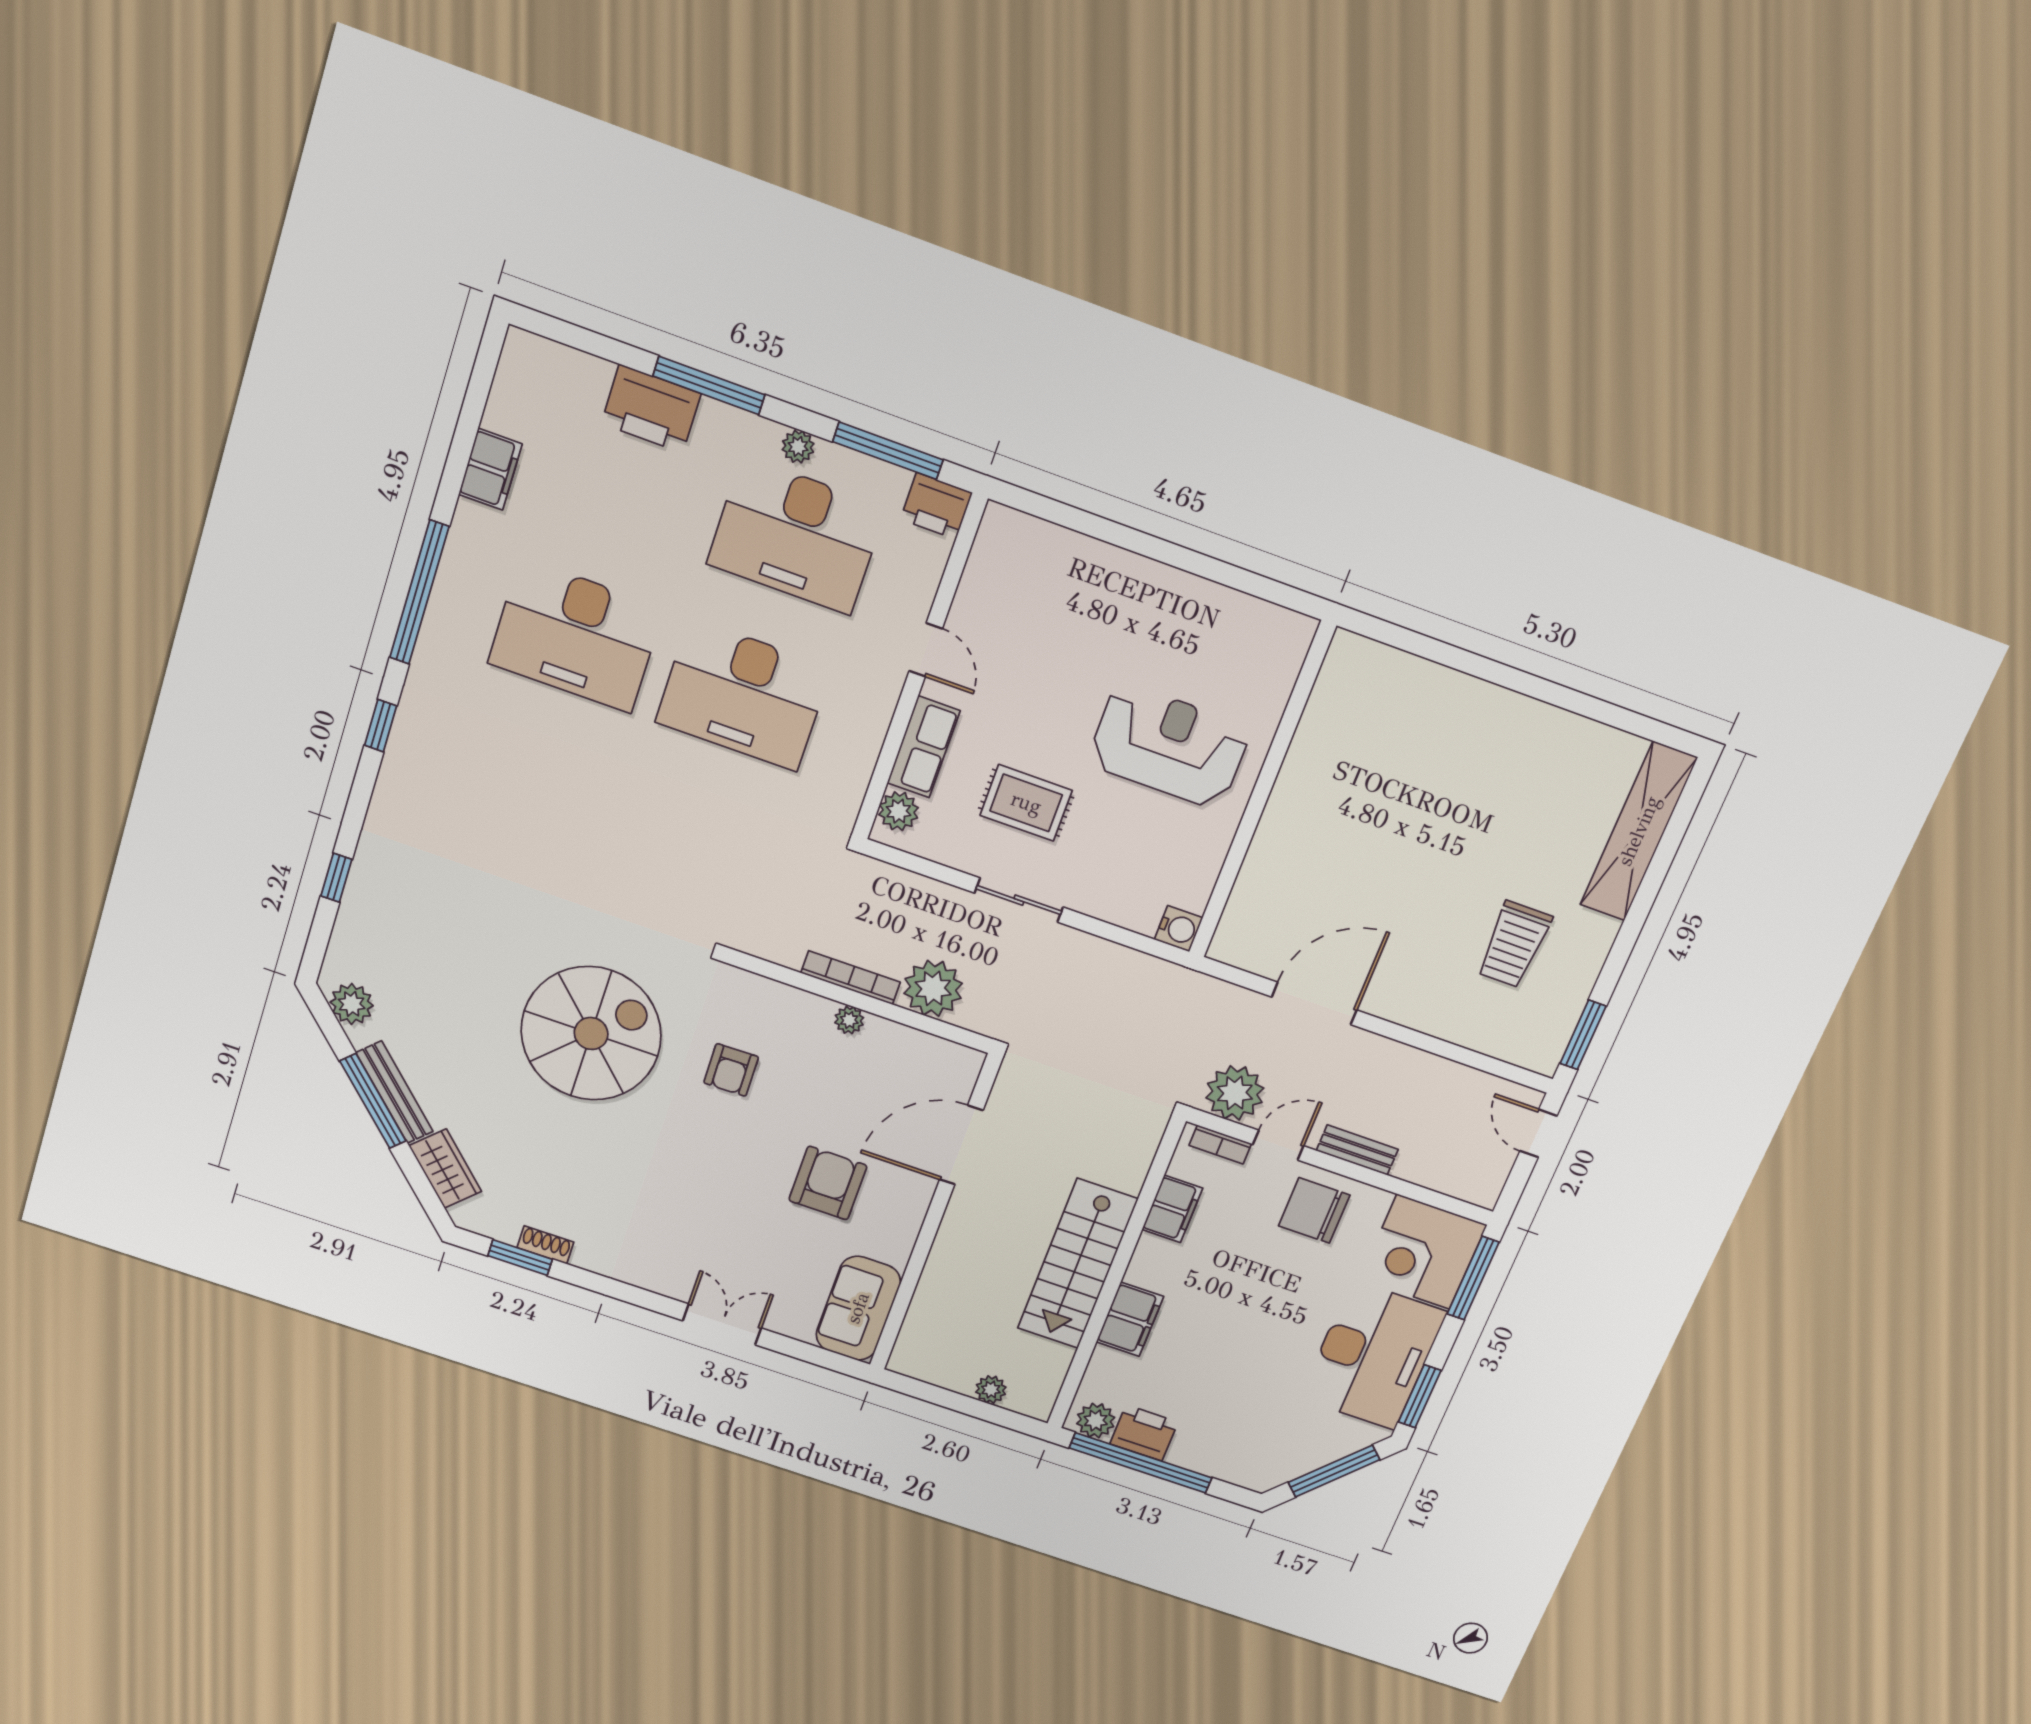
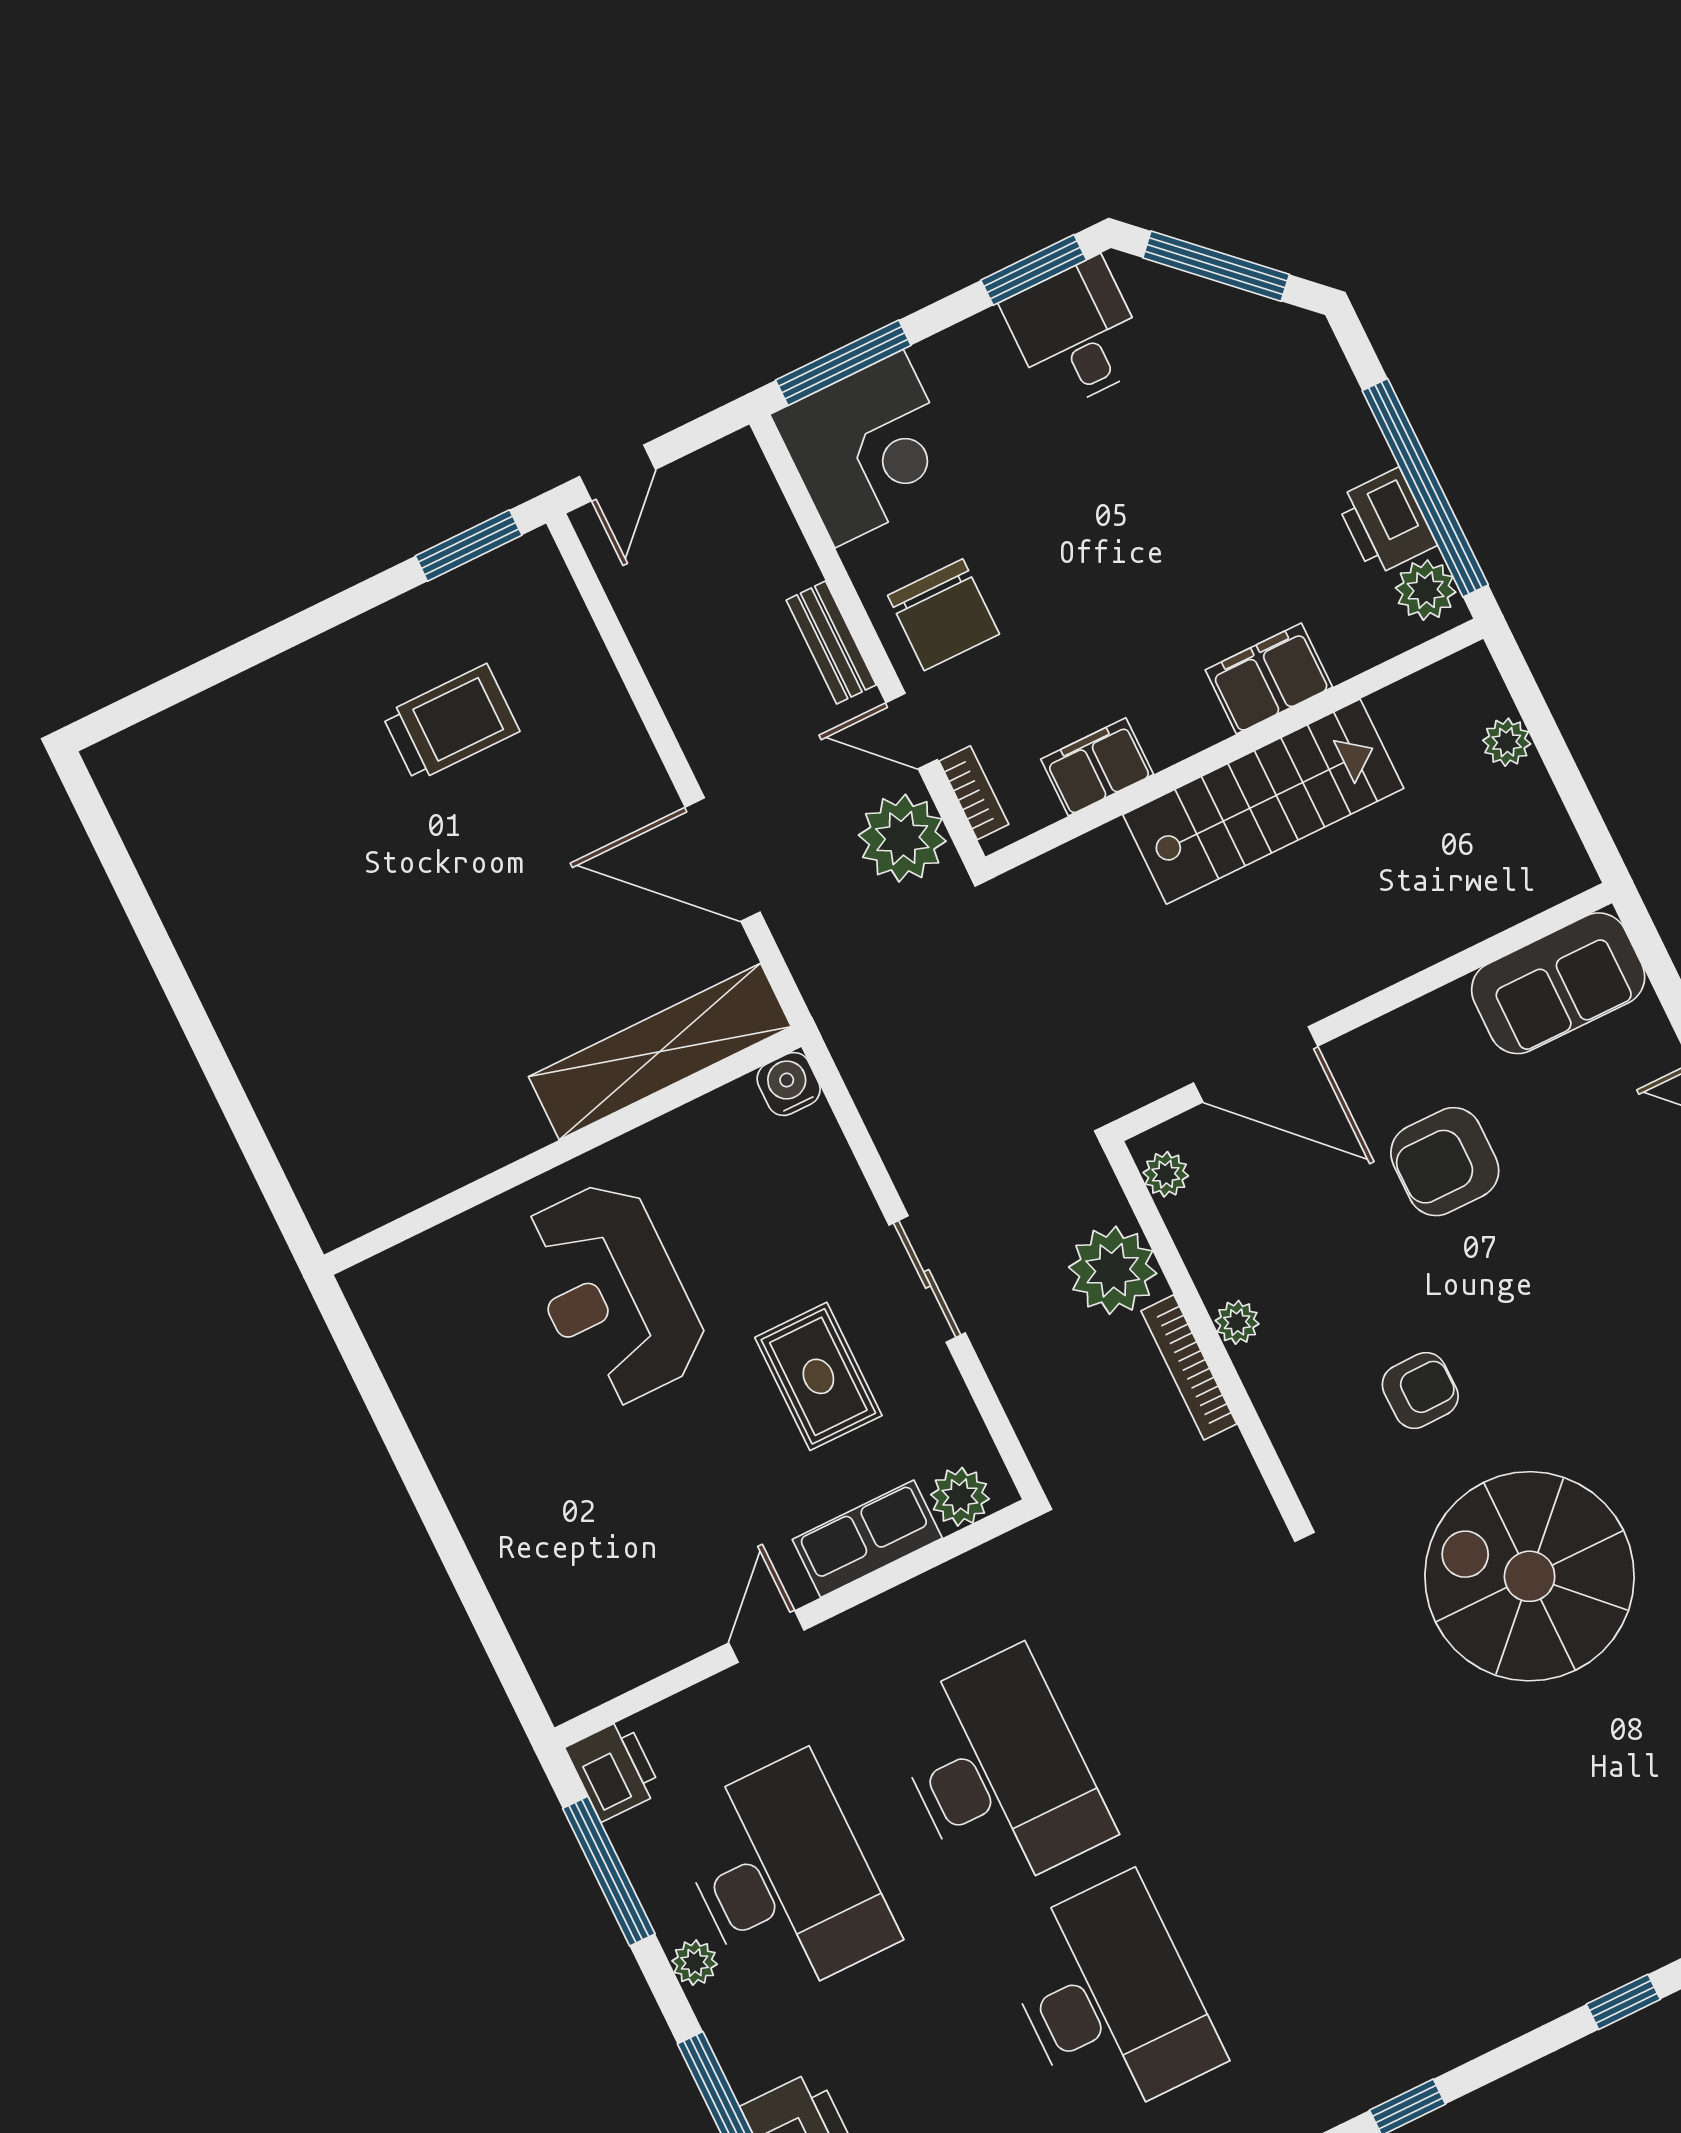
shelving: (1639, 831) -> (660, 1052), moved
plant: (953, 1056) -> (1166, 1174), added
desk: (1373, 1355) -> (1076, 334), width x0.53, depth x0.77

